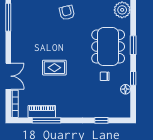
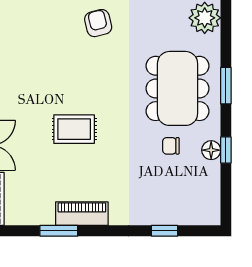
floor lamp: (125, 89) -> (211, 150), moved
piano: (42, 112) -> (82, 214), moved
window: (46, 120) -> (59, 231), width x0.69

